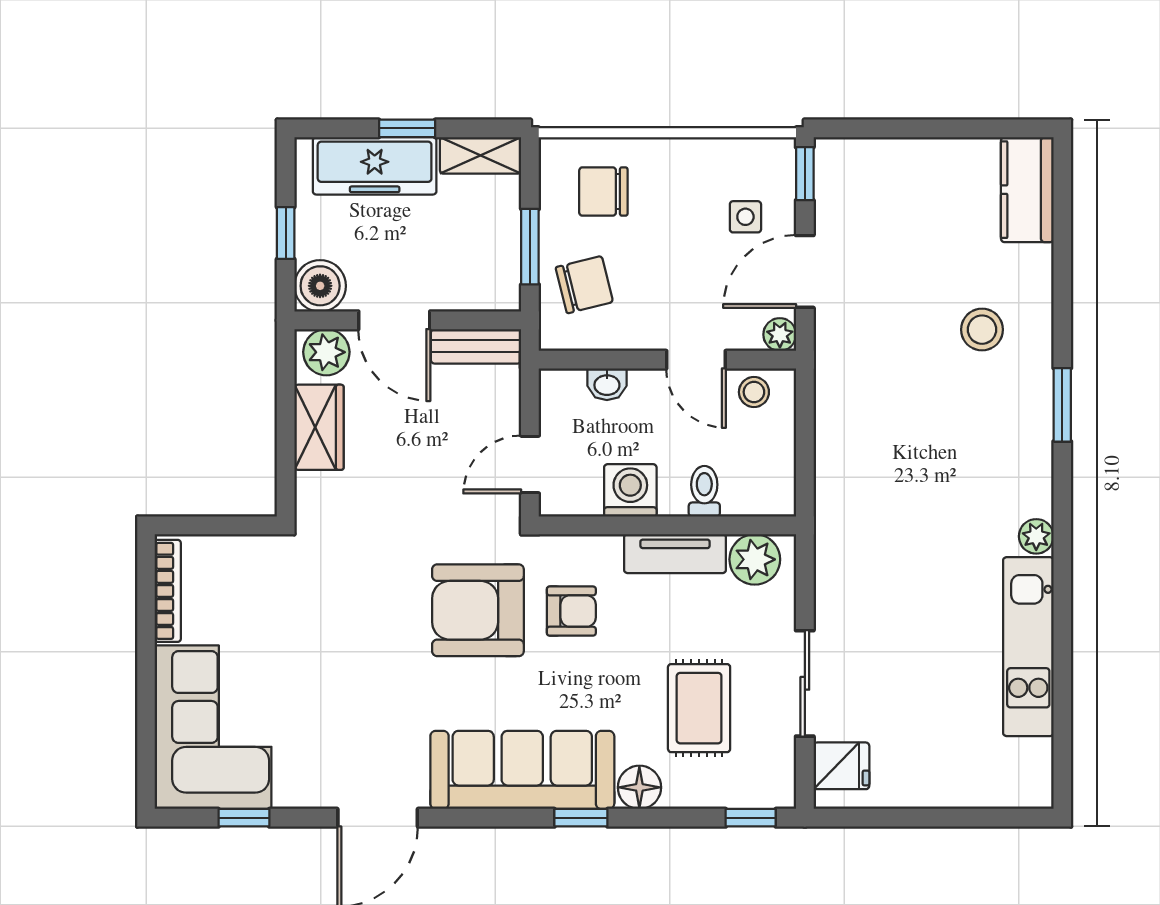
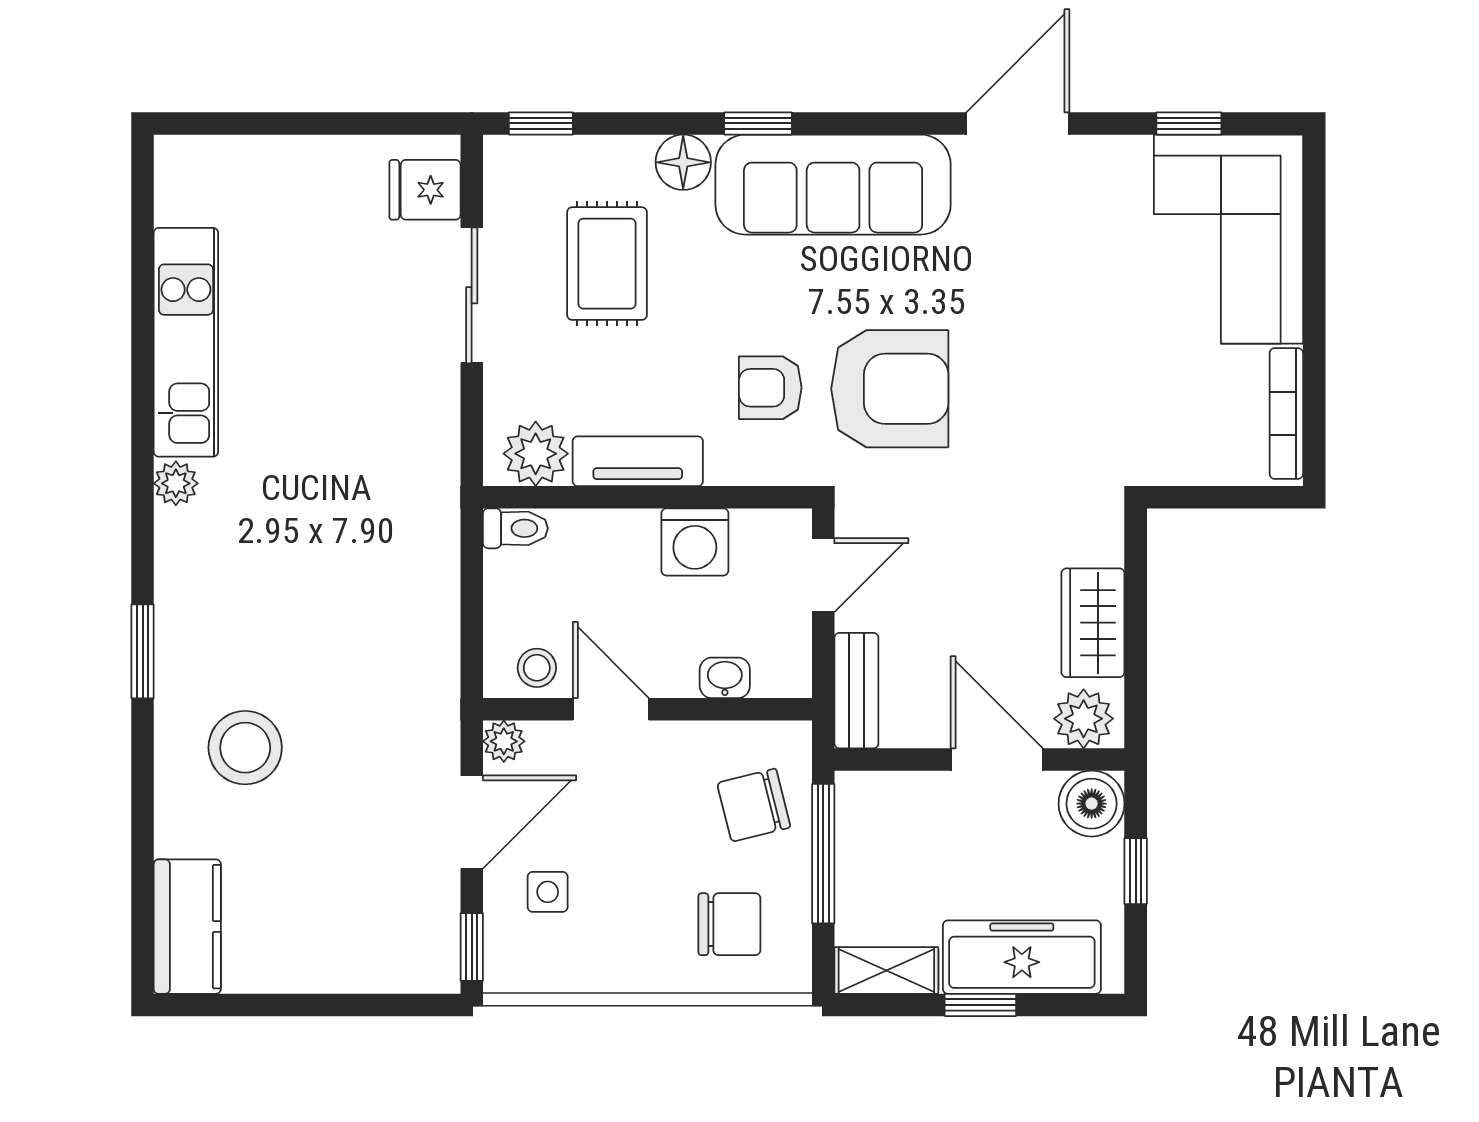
window: (530, 247) -> (823, 854), width x1.44
stool: (982, 330) -> (245, 748), width x1.38, depth x1.38
bench: (476, 346) -> (856, 691), moved, turned 90
toilet: (704, 491) -> (515, 528), moved, turned -90

